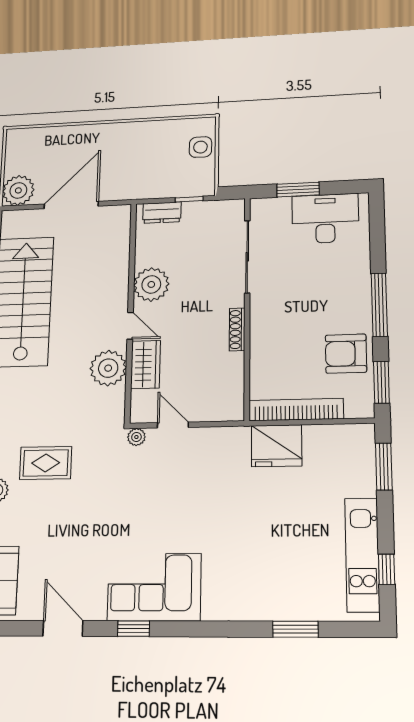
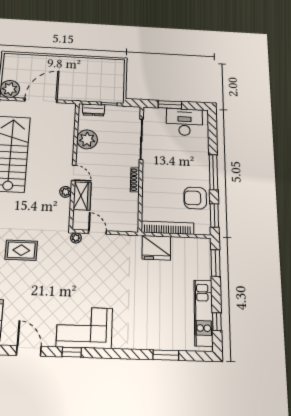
side table: (200, 147) -> (116, 75), removed
plant: (151, 284) -> (87, 139), moved
plant: (108, 368) -> (66, 192), width x0.53, depth x0.53

